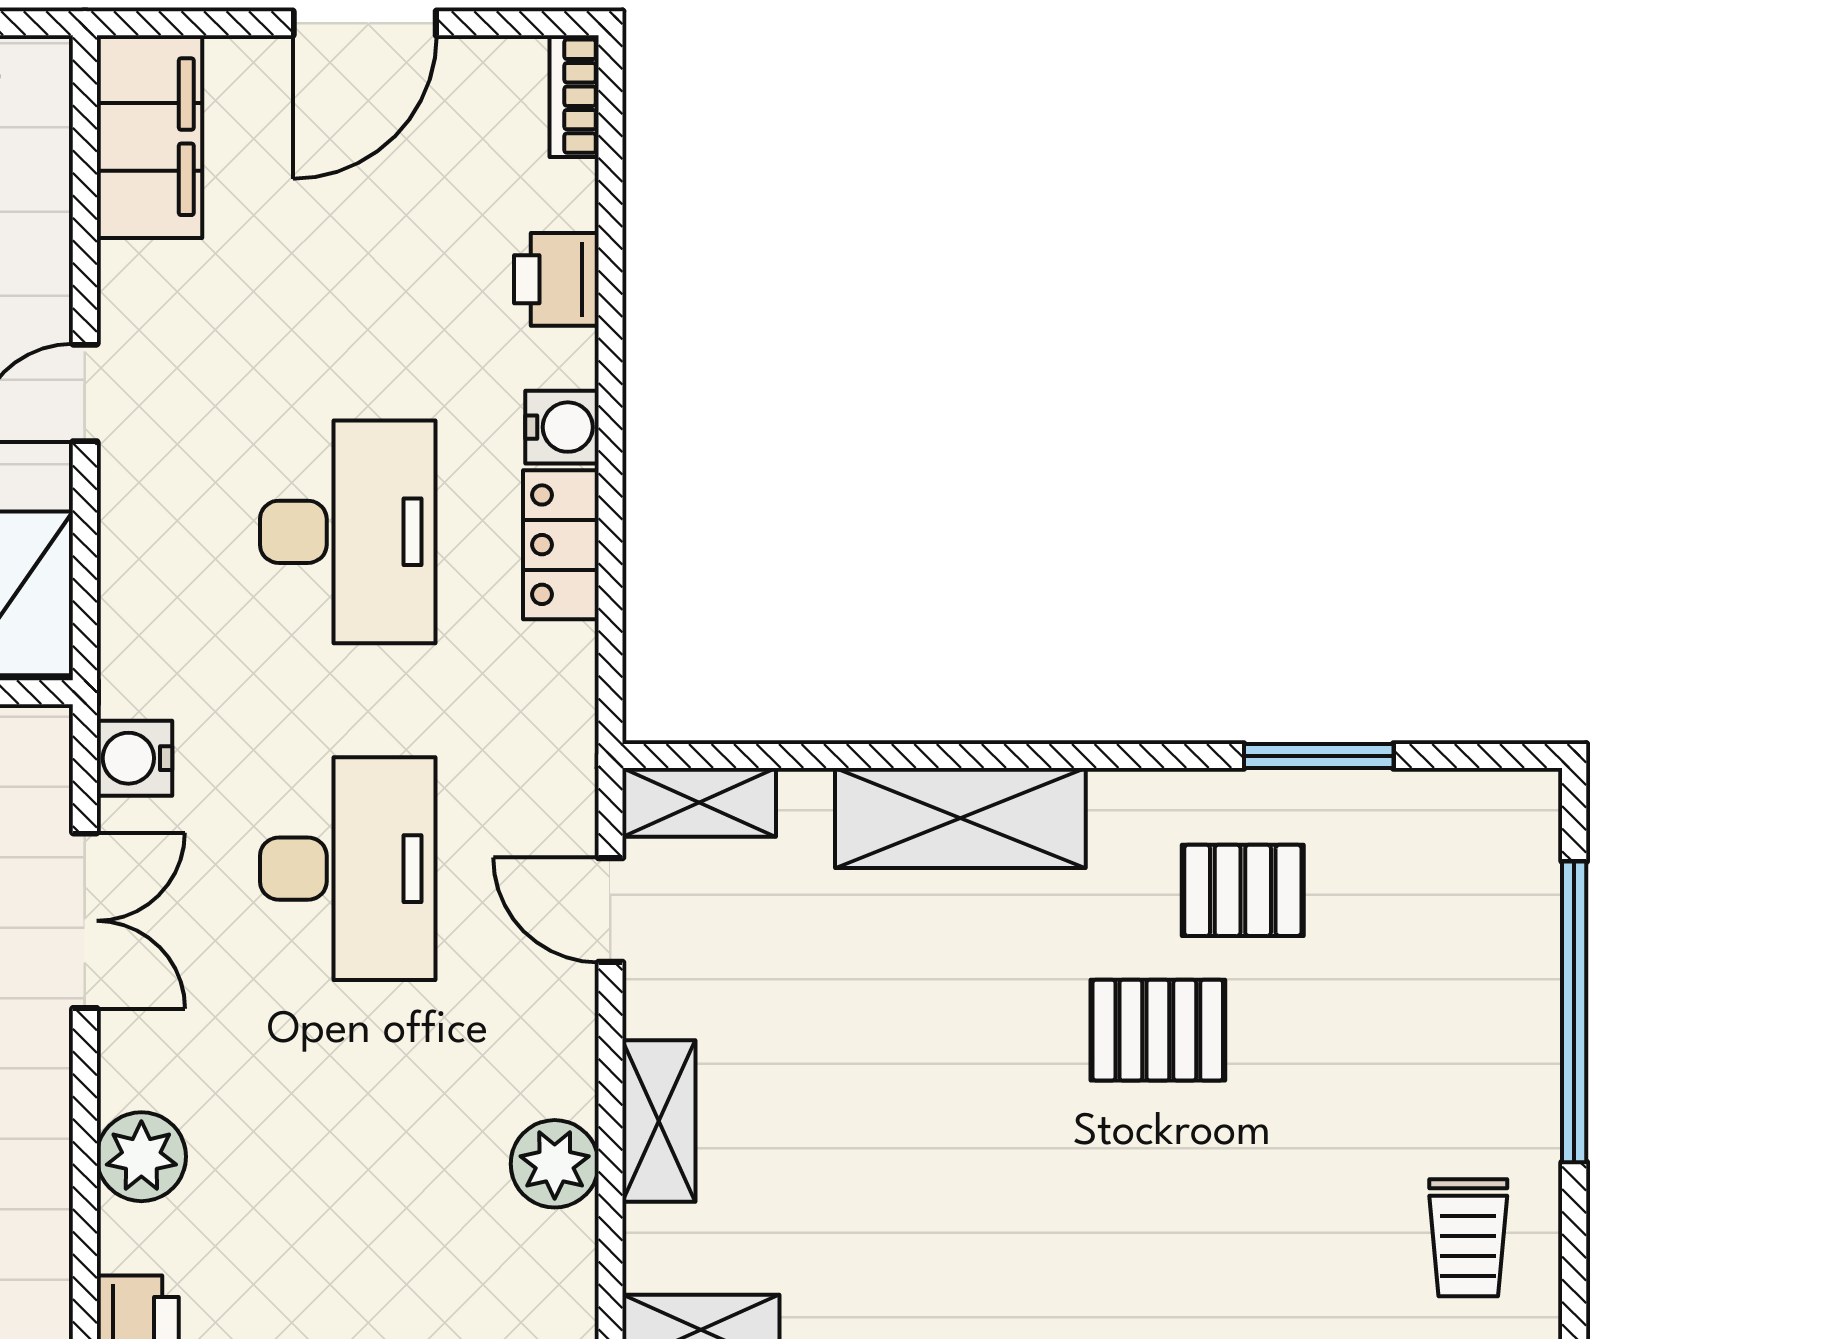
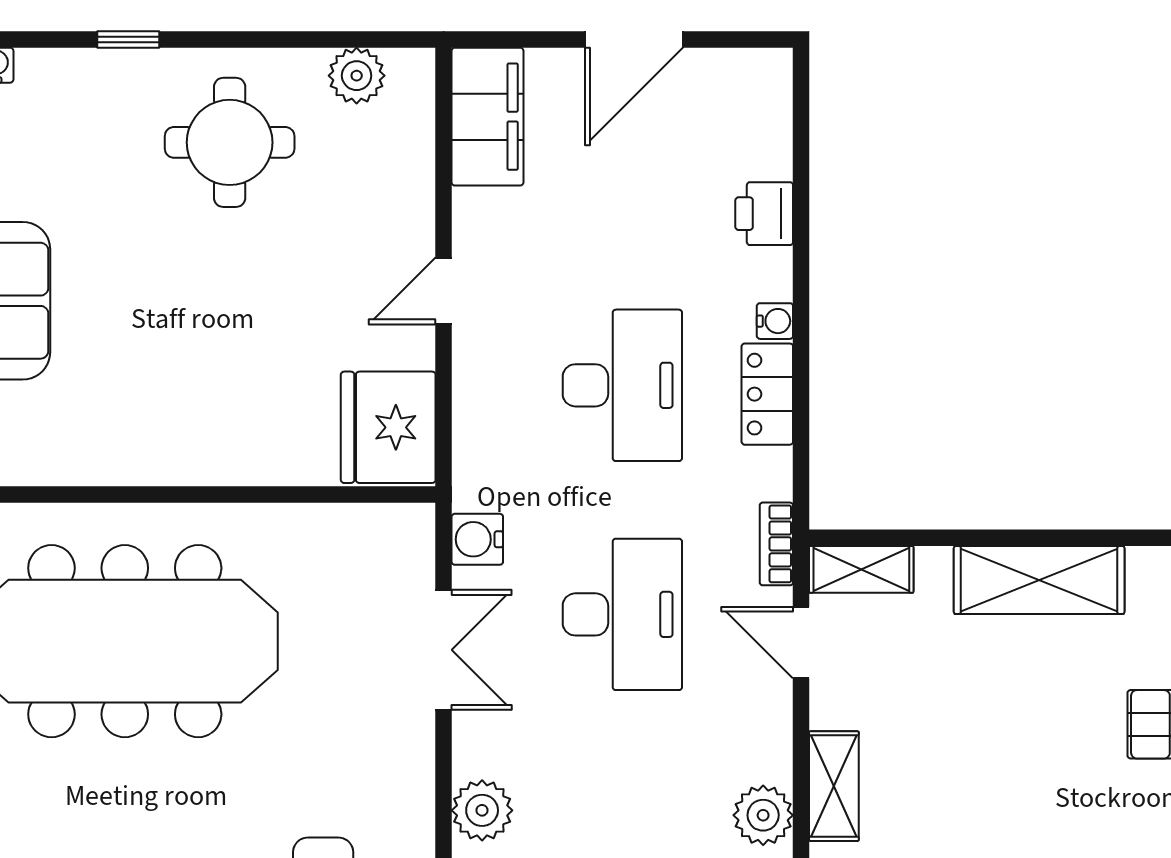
bookcase: (574, 96) -> (776, 544), moved
water cooler: (562, 427) -> (775, 321), width x0.72, depth x0.72

